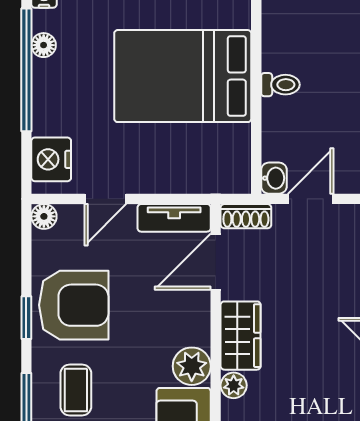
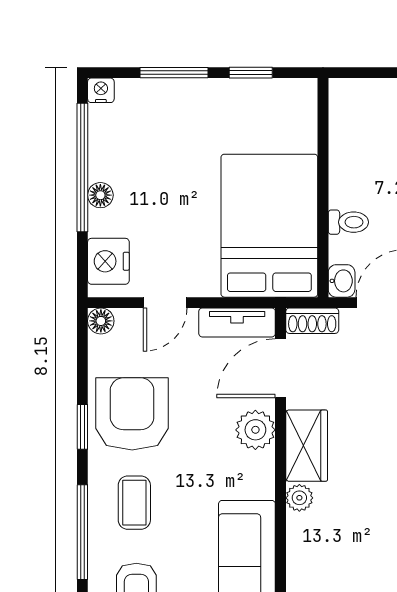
floor lamp: (44, 45) -> (100, 195), moved
bed: (183, 76) -> (269, 226), moved, turned 90
toilet: (280, 85) -> (348, 222), moved
armchair: (74, 305) -> (132, 414), turned -90
plant: (192, 366) -> (255, 430), moved

